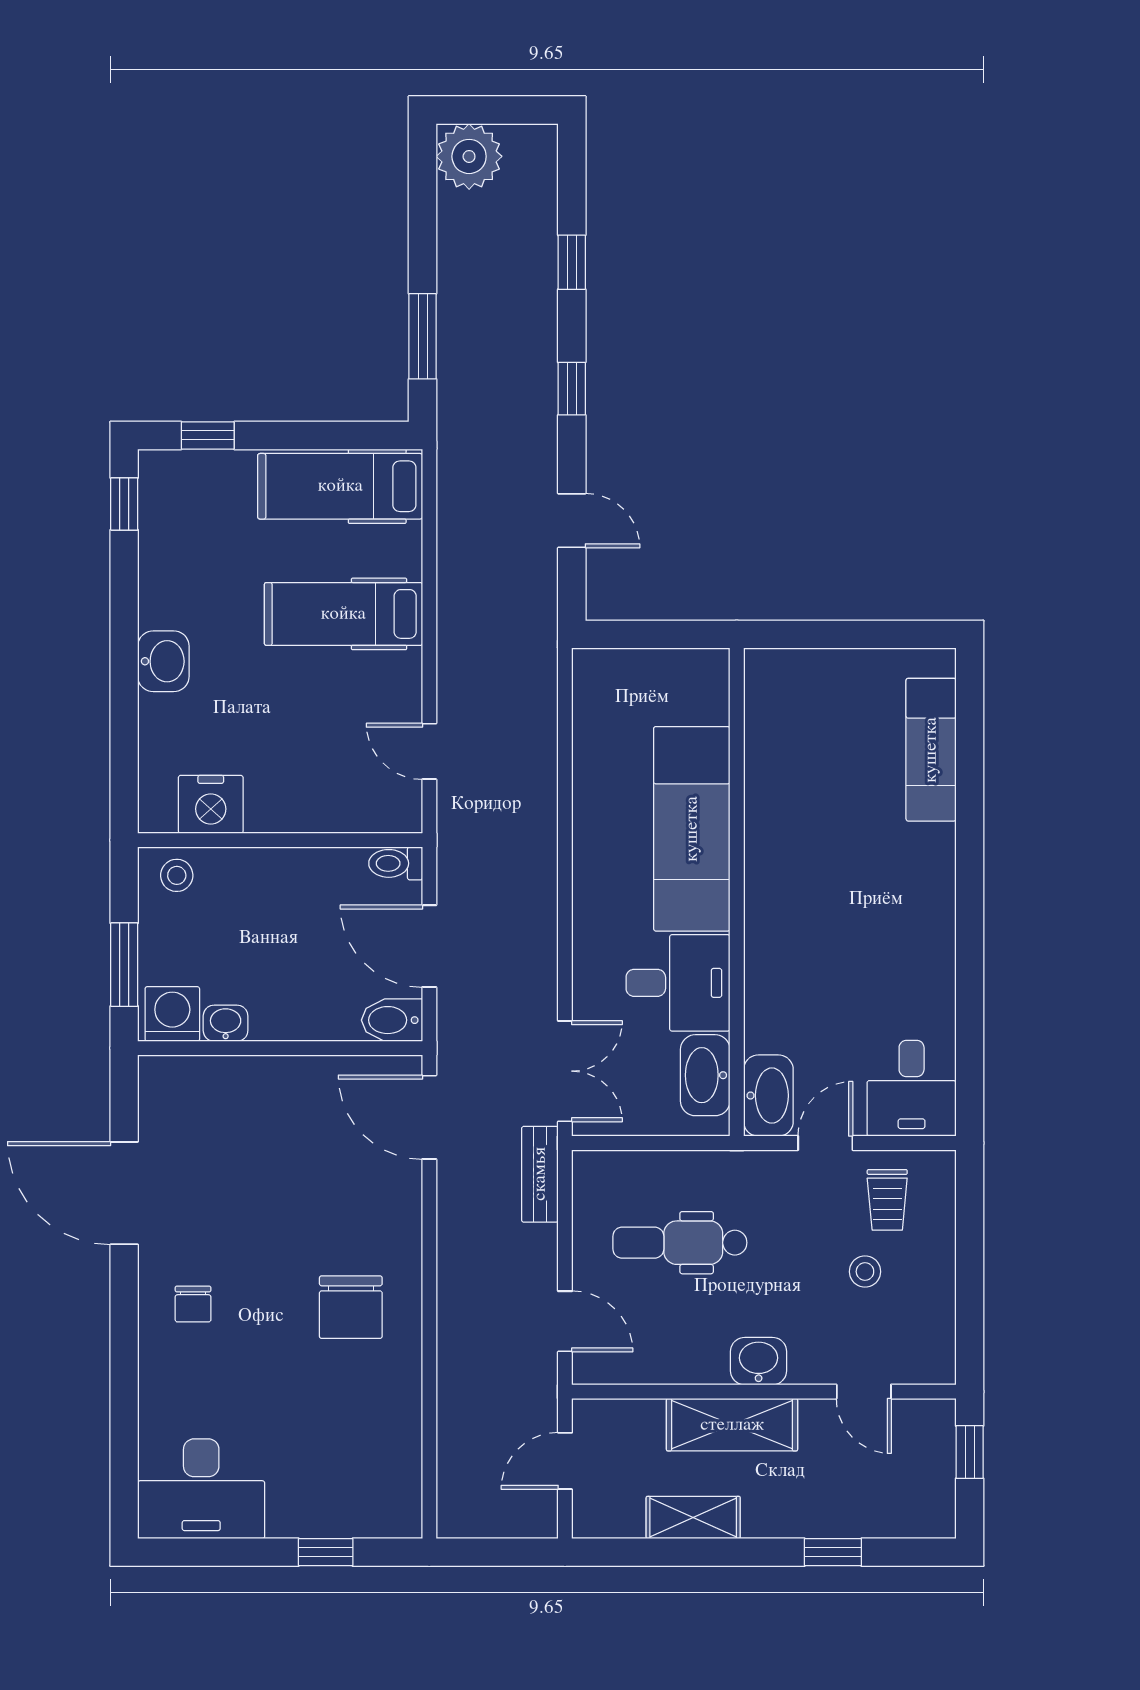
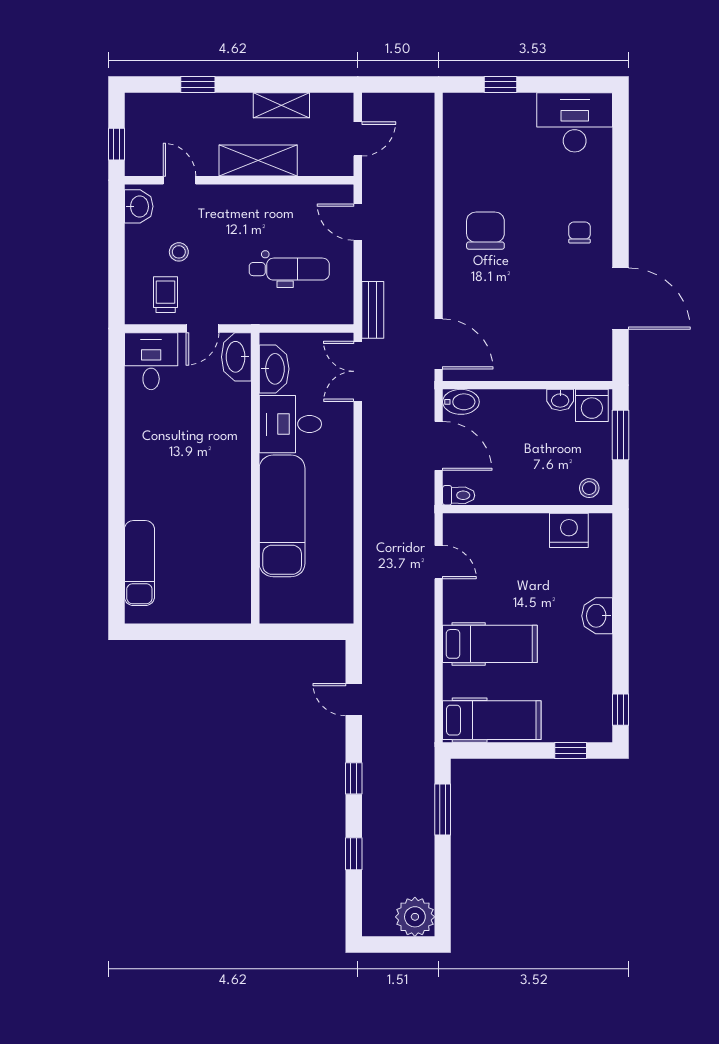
washbasin: (759, 1361) -> (139, 206), moved, turned -90

